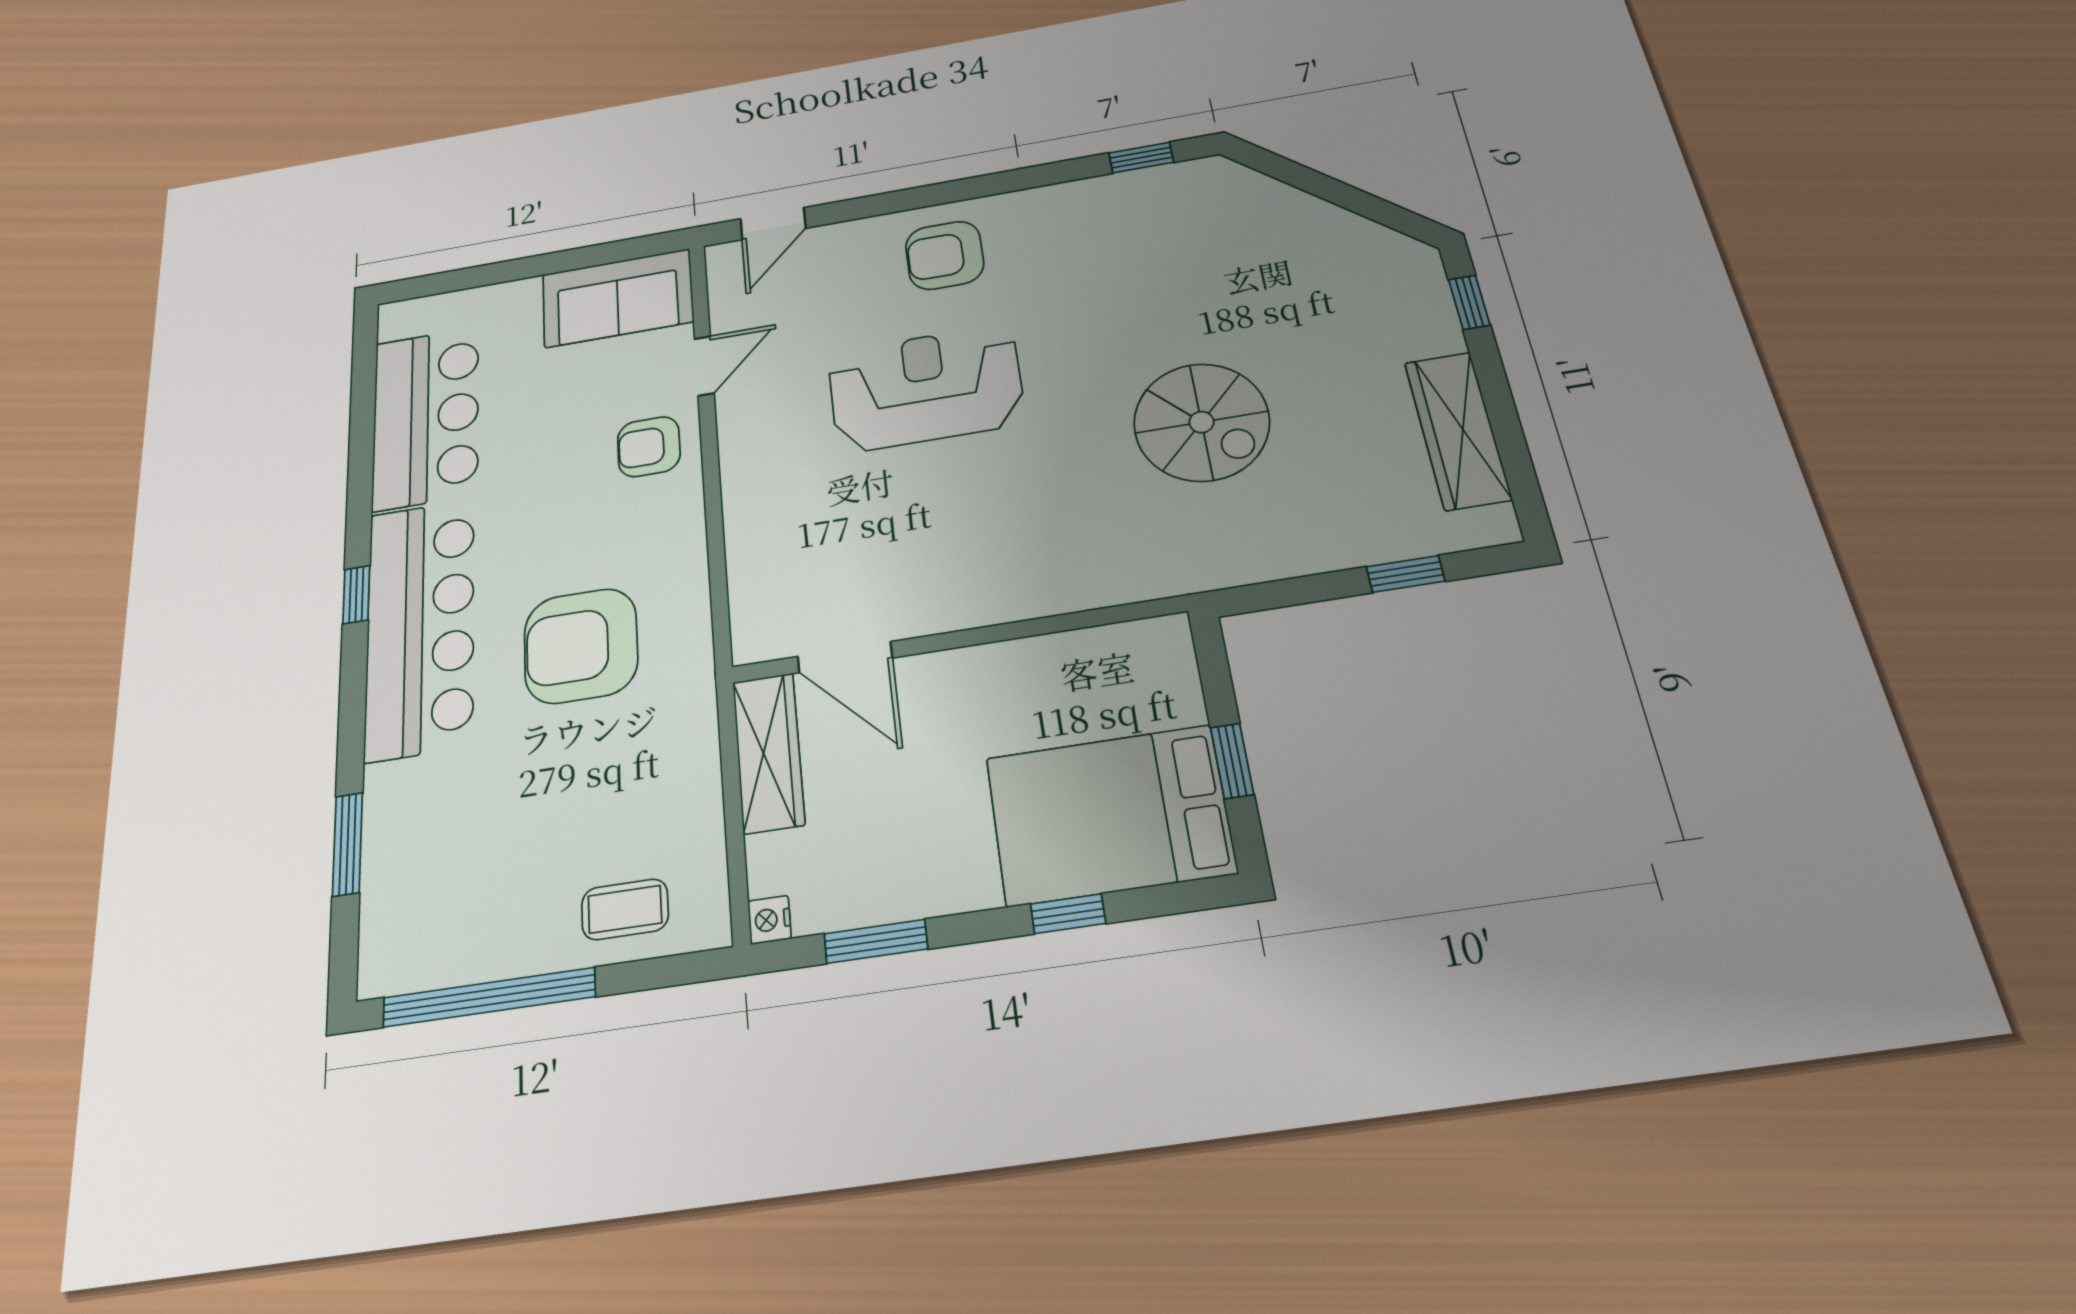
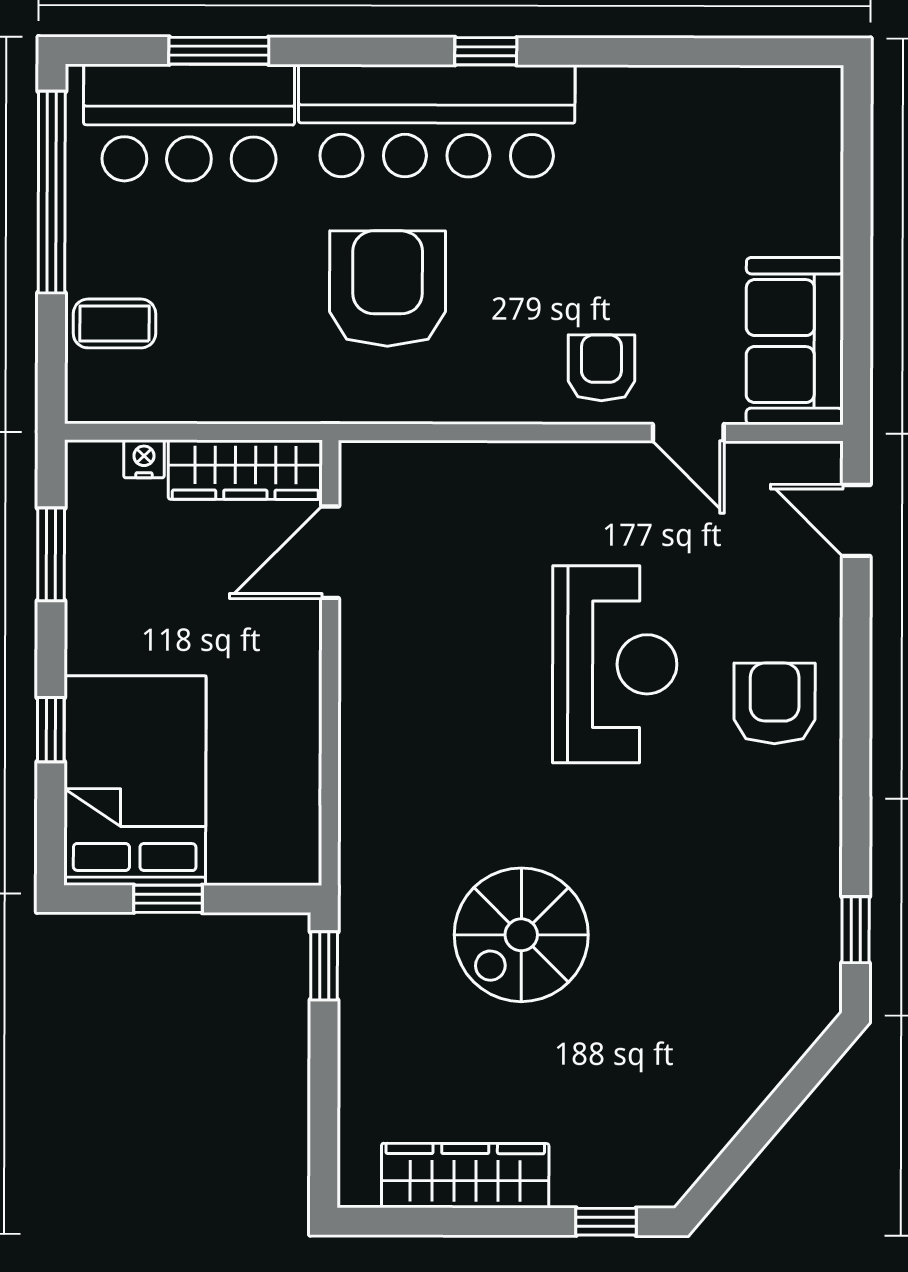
bar counter: (426, 418) -> (189, 123), moved
window: (1406, 574) -> (324, 966), moved
coffee table: (625, 909) -> (114, 323), turned 90
nightstand: (769, 920) -> (144, 459), moved

